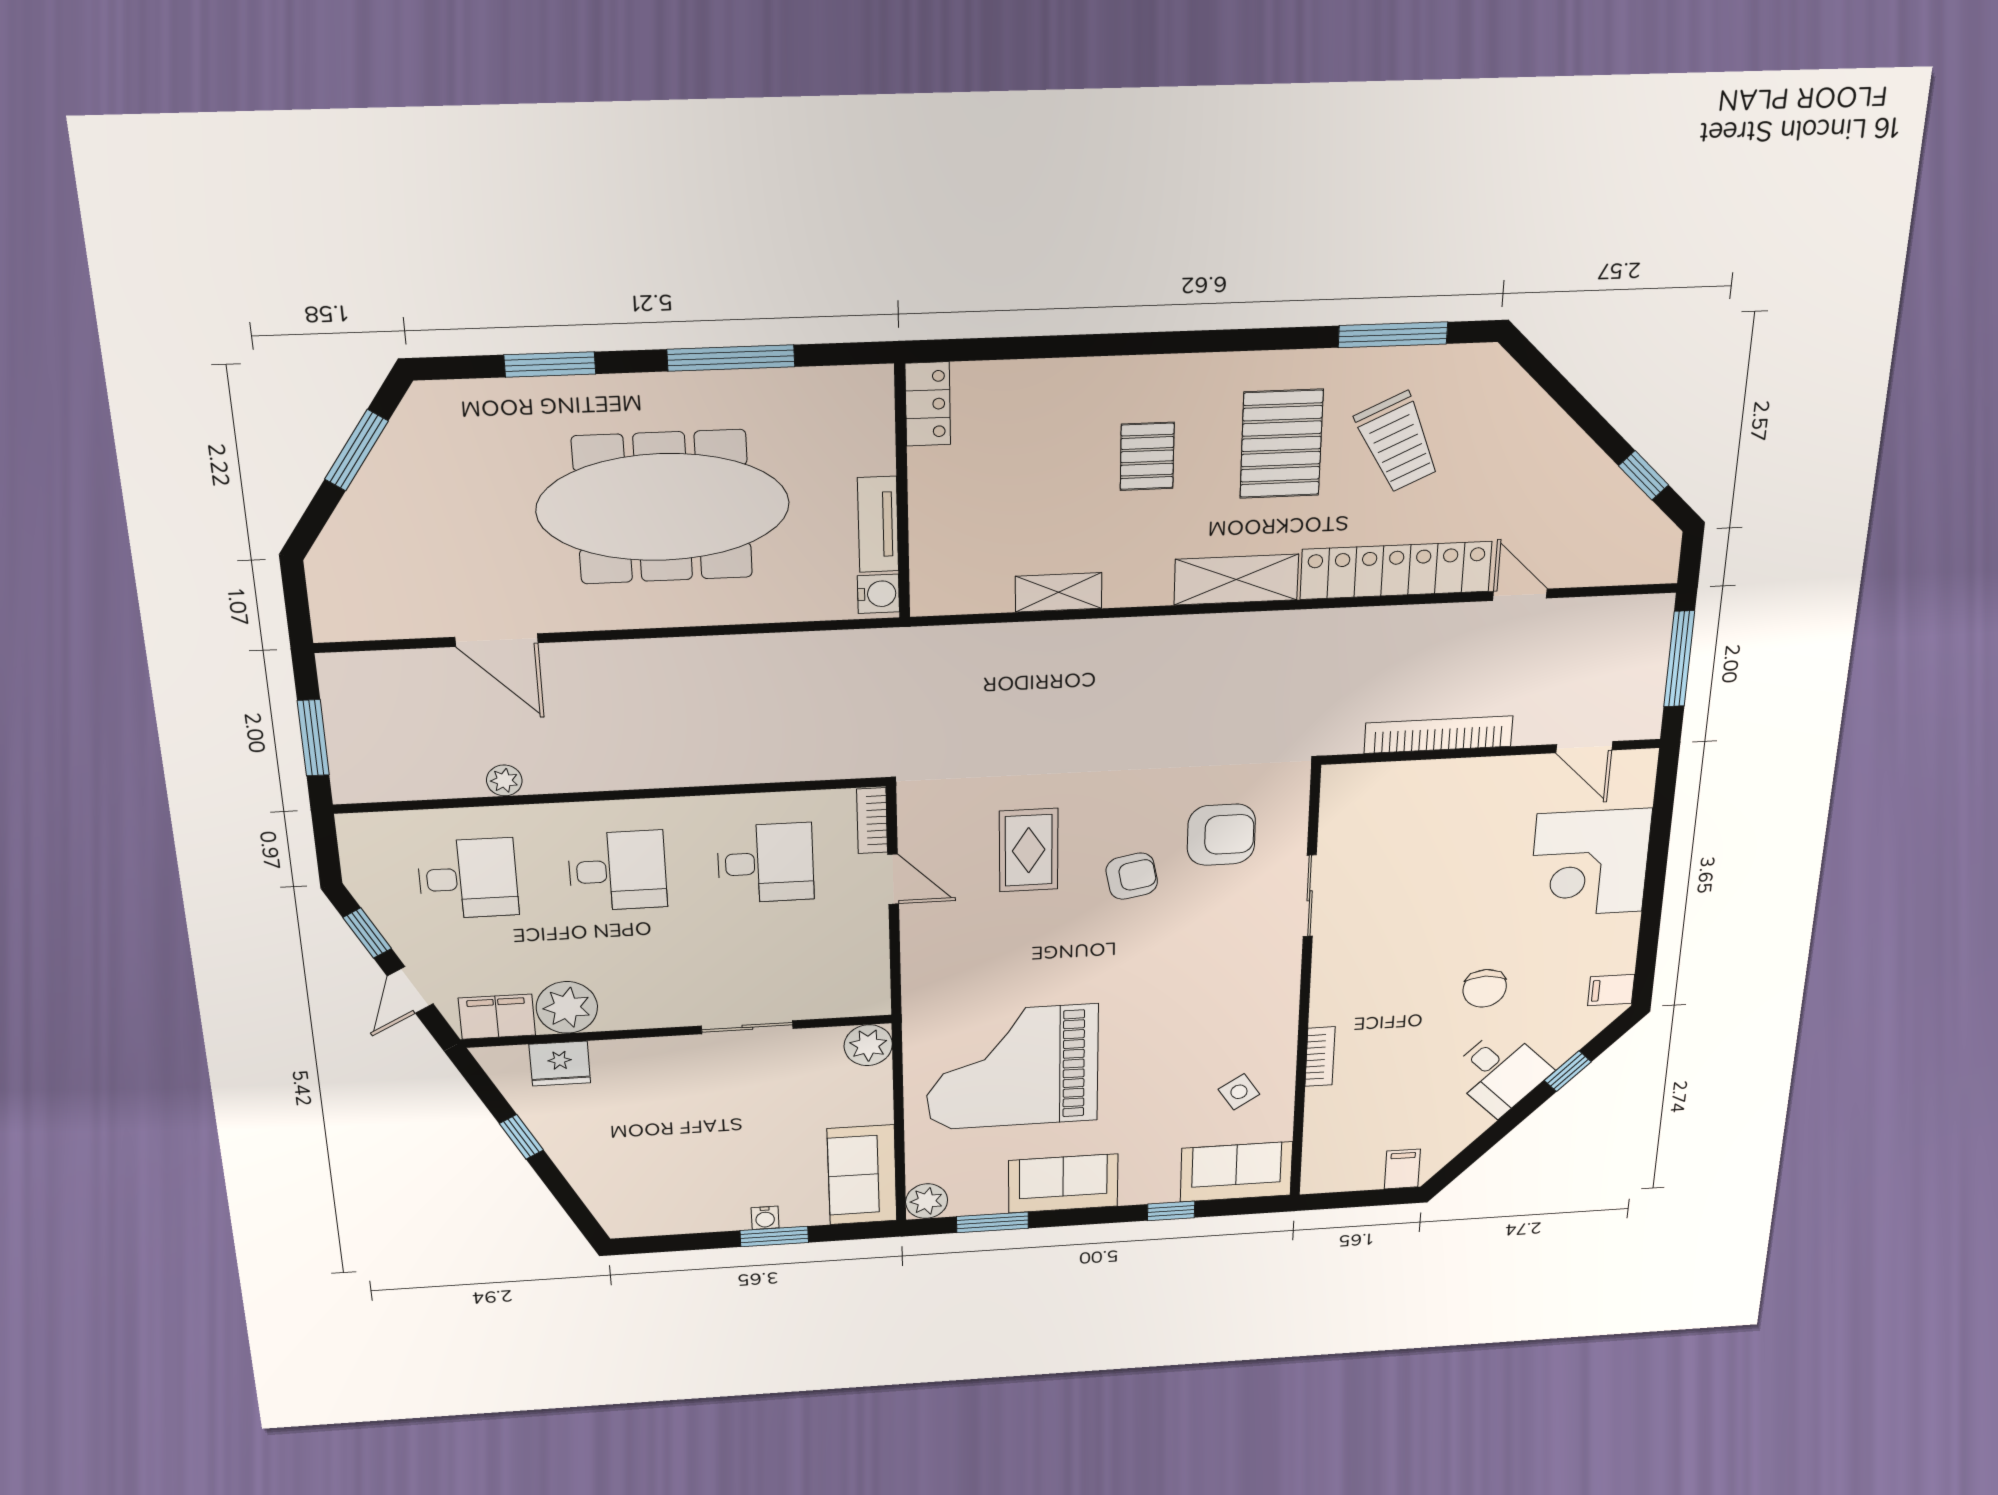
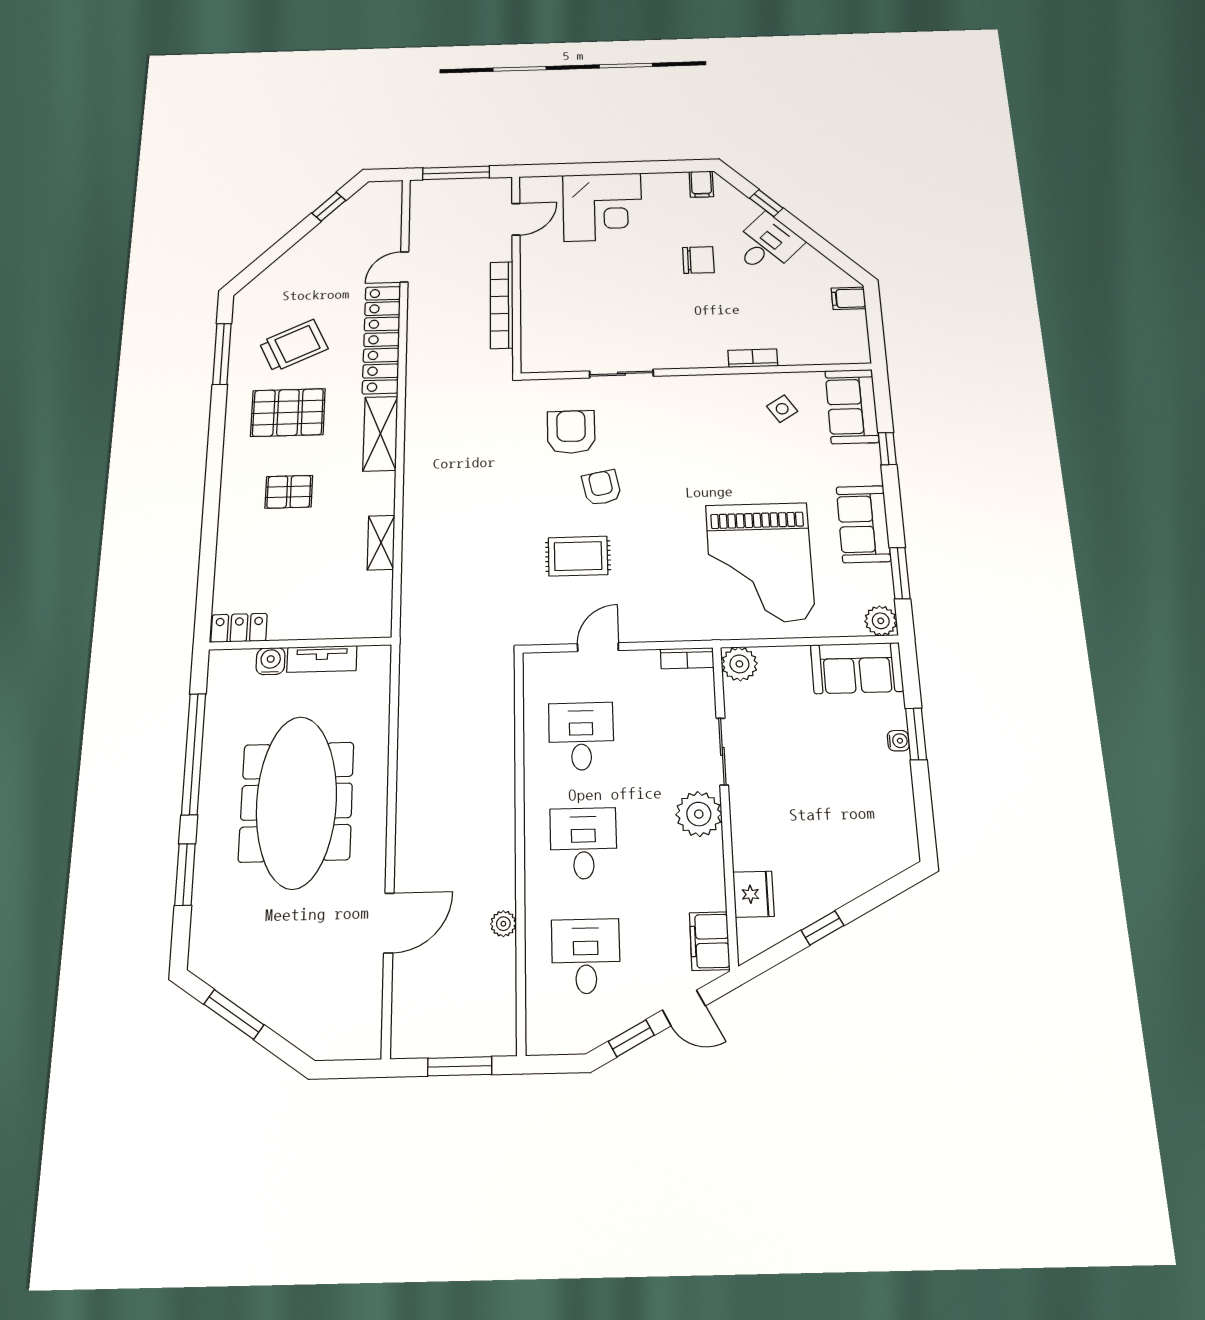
window: (731, 358) -> (194, 754), width x1.46
water cooler: (878, 594) -> (271, 661), moved
bookcase: (872, 821) -> (687, 658), moved
plant: (567, 1007) -> (699, 814), moved

